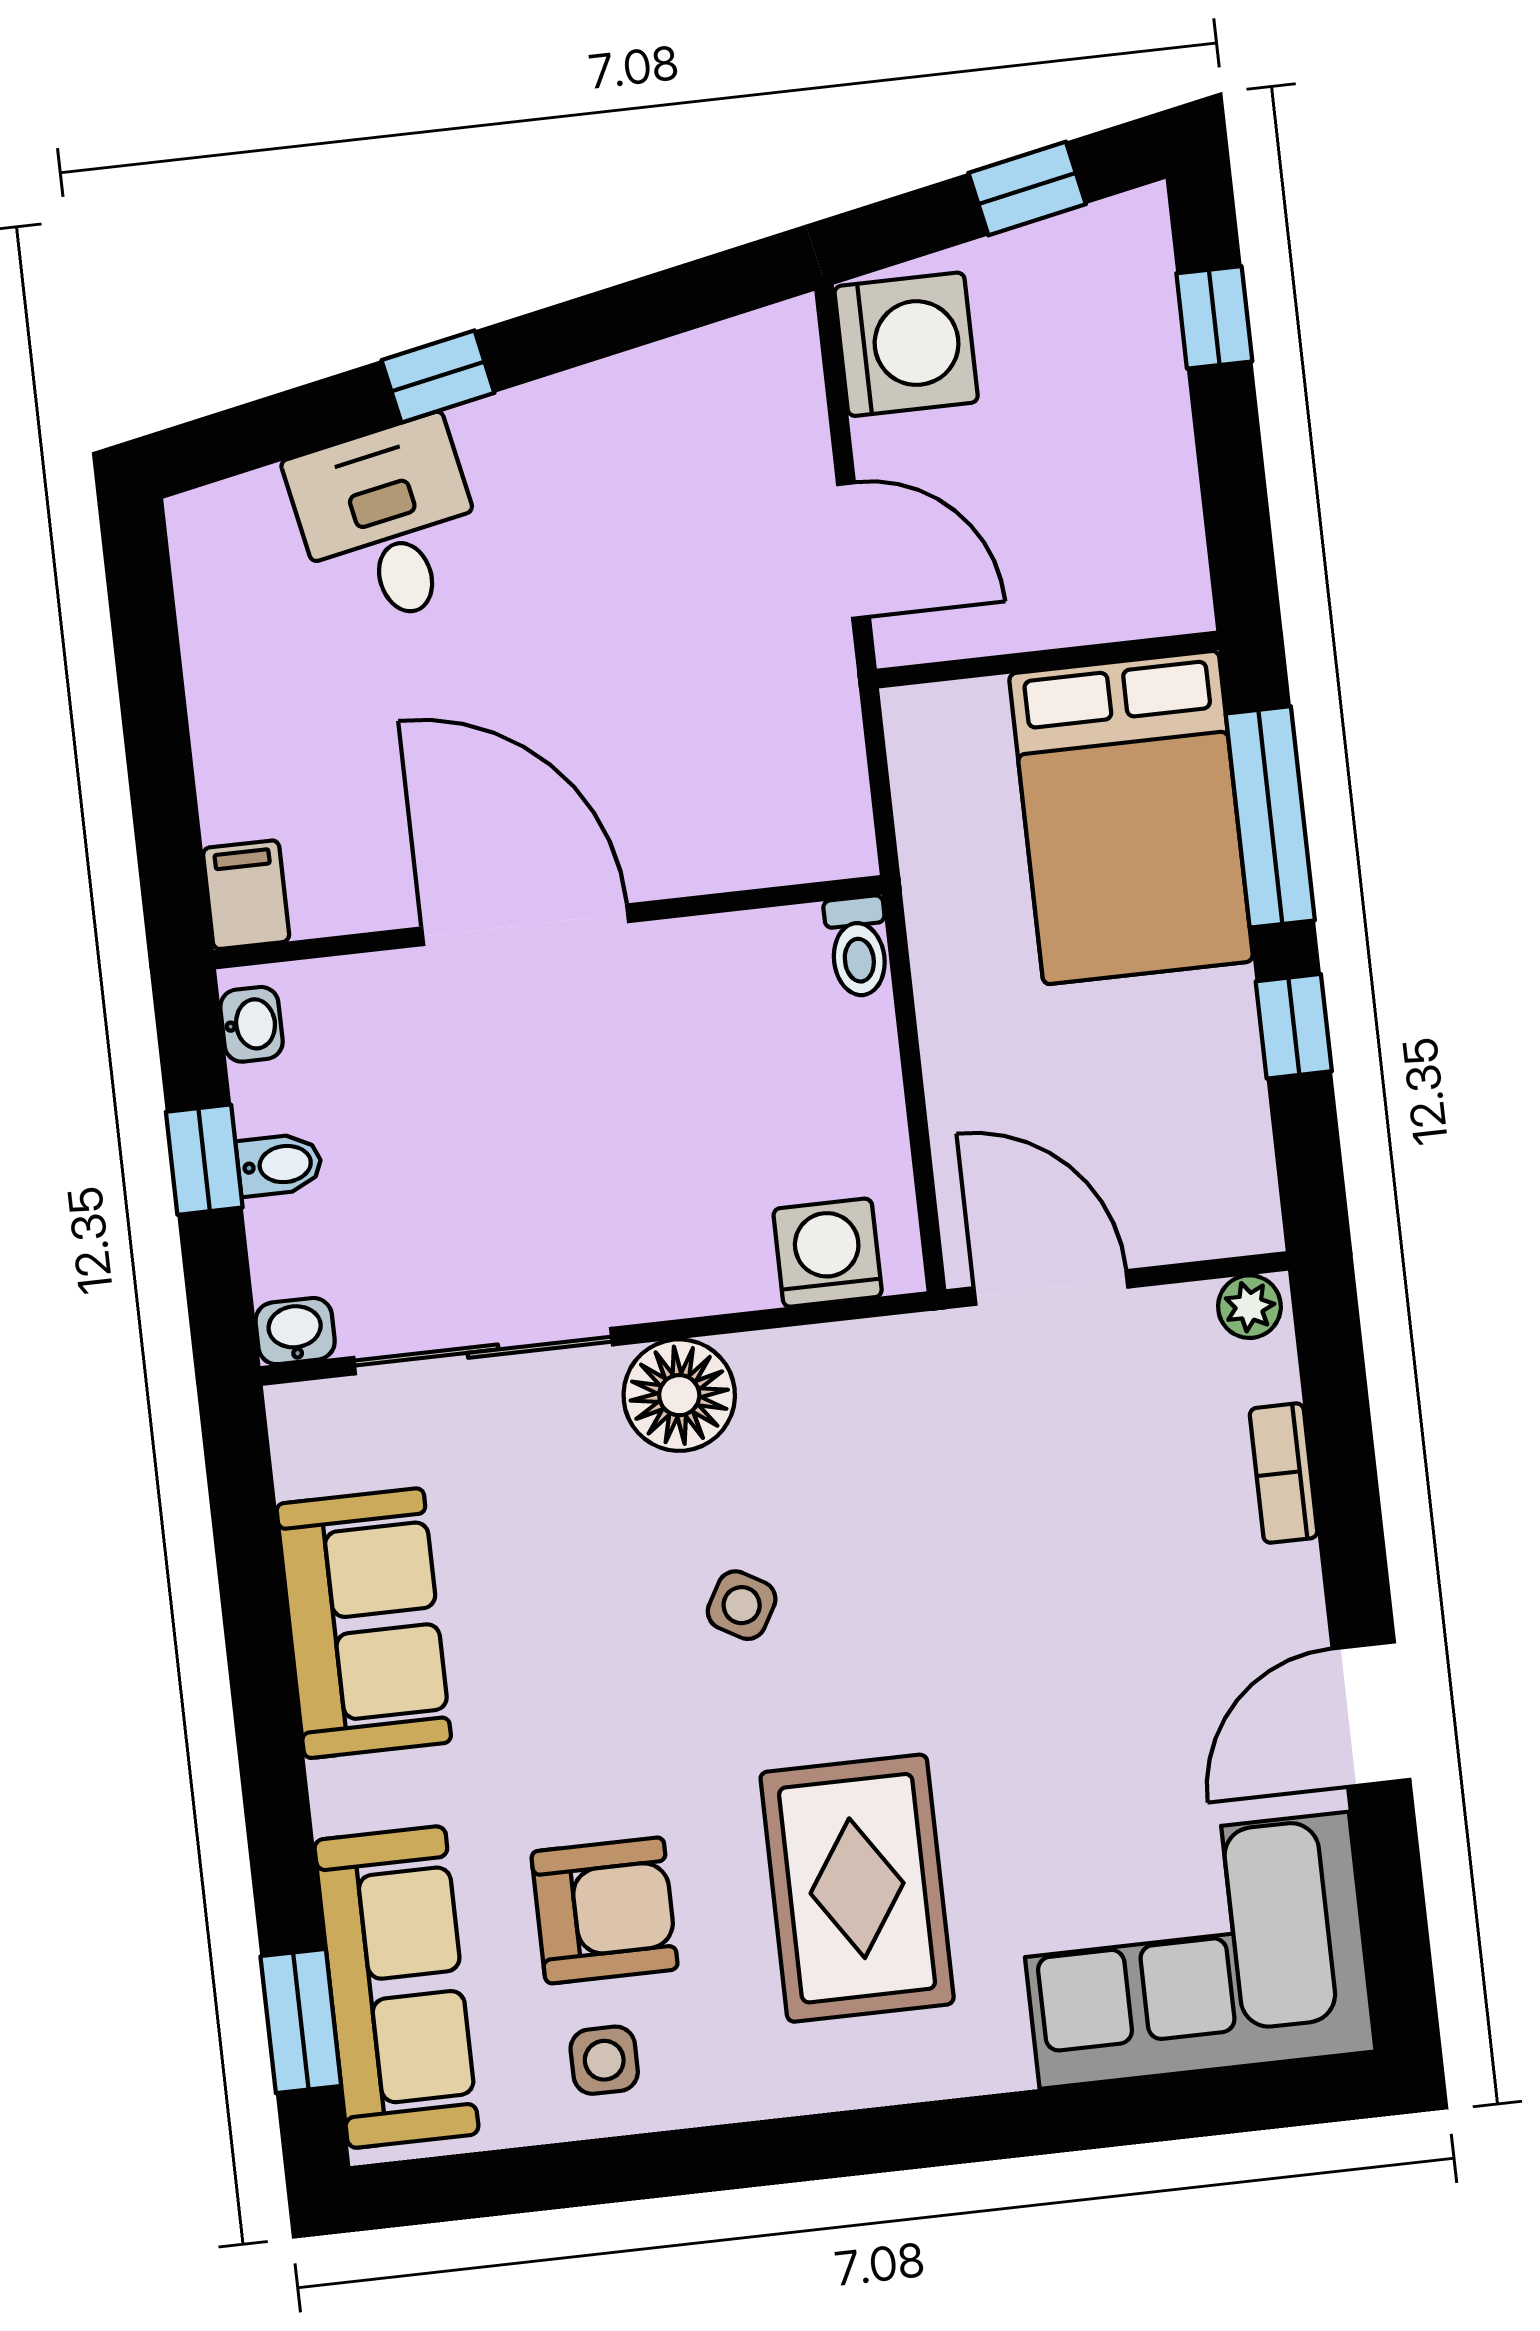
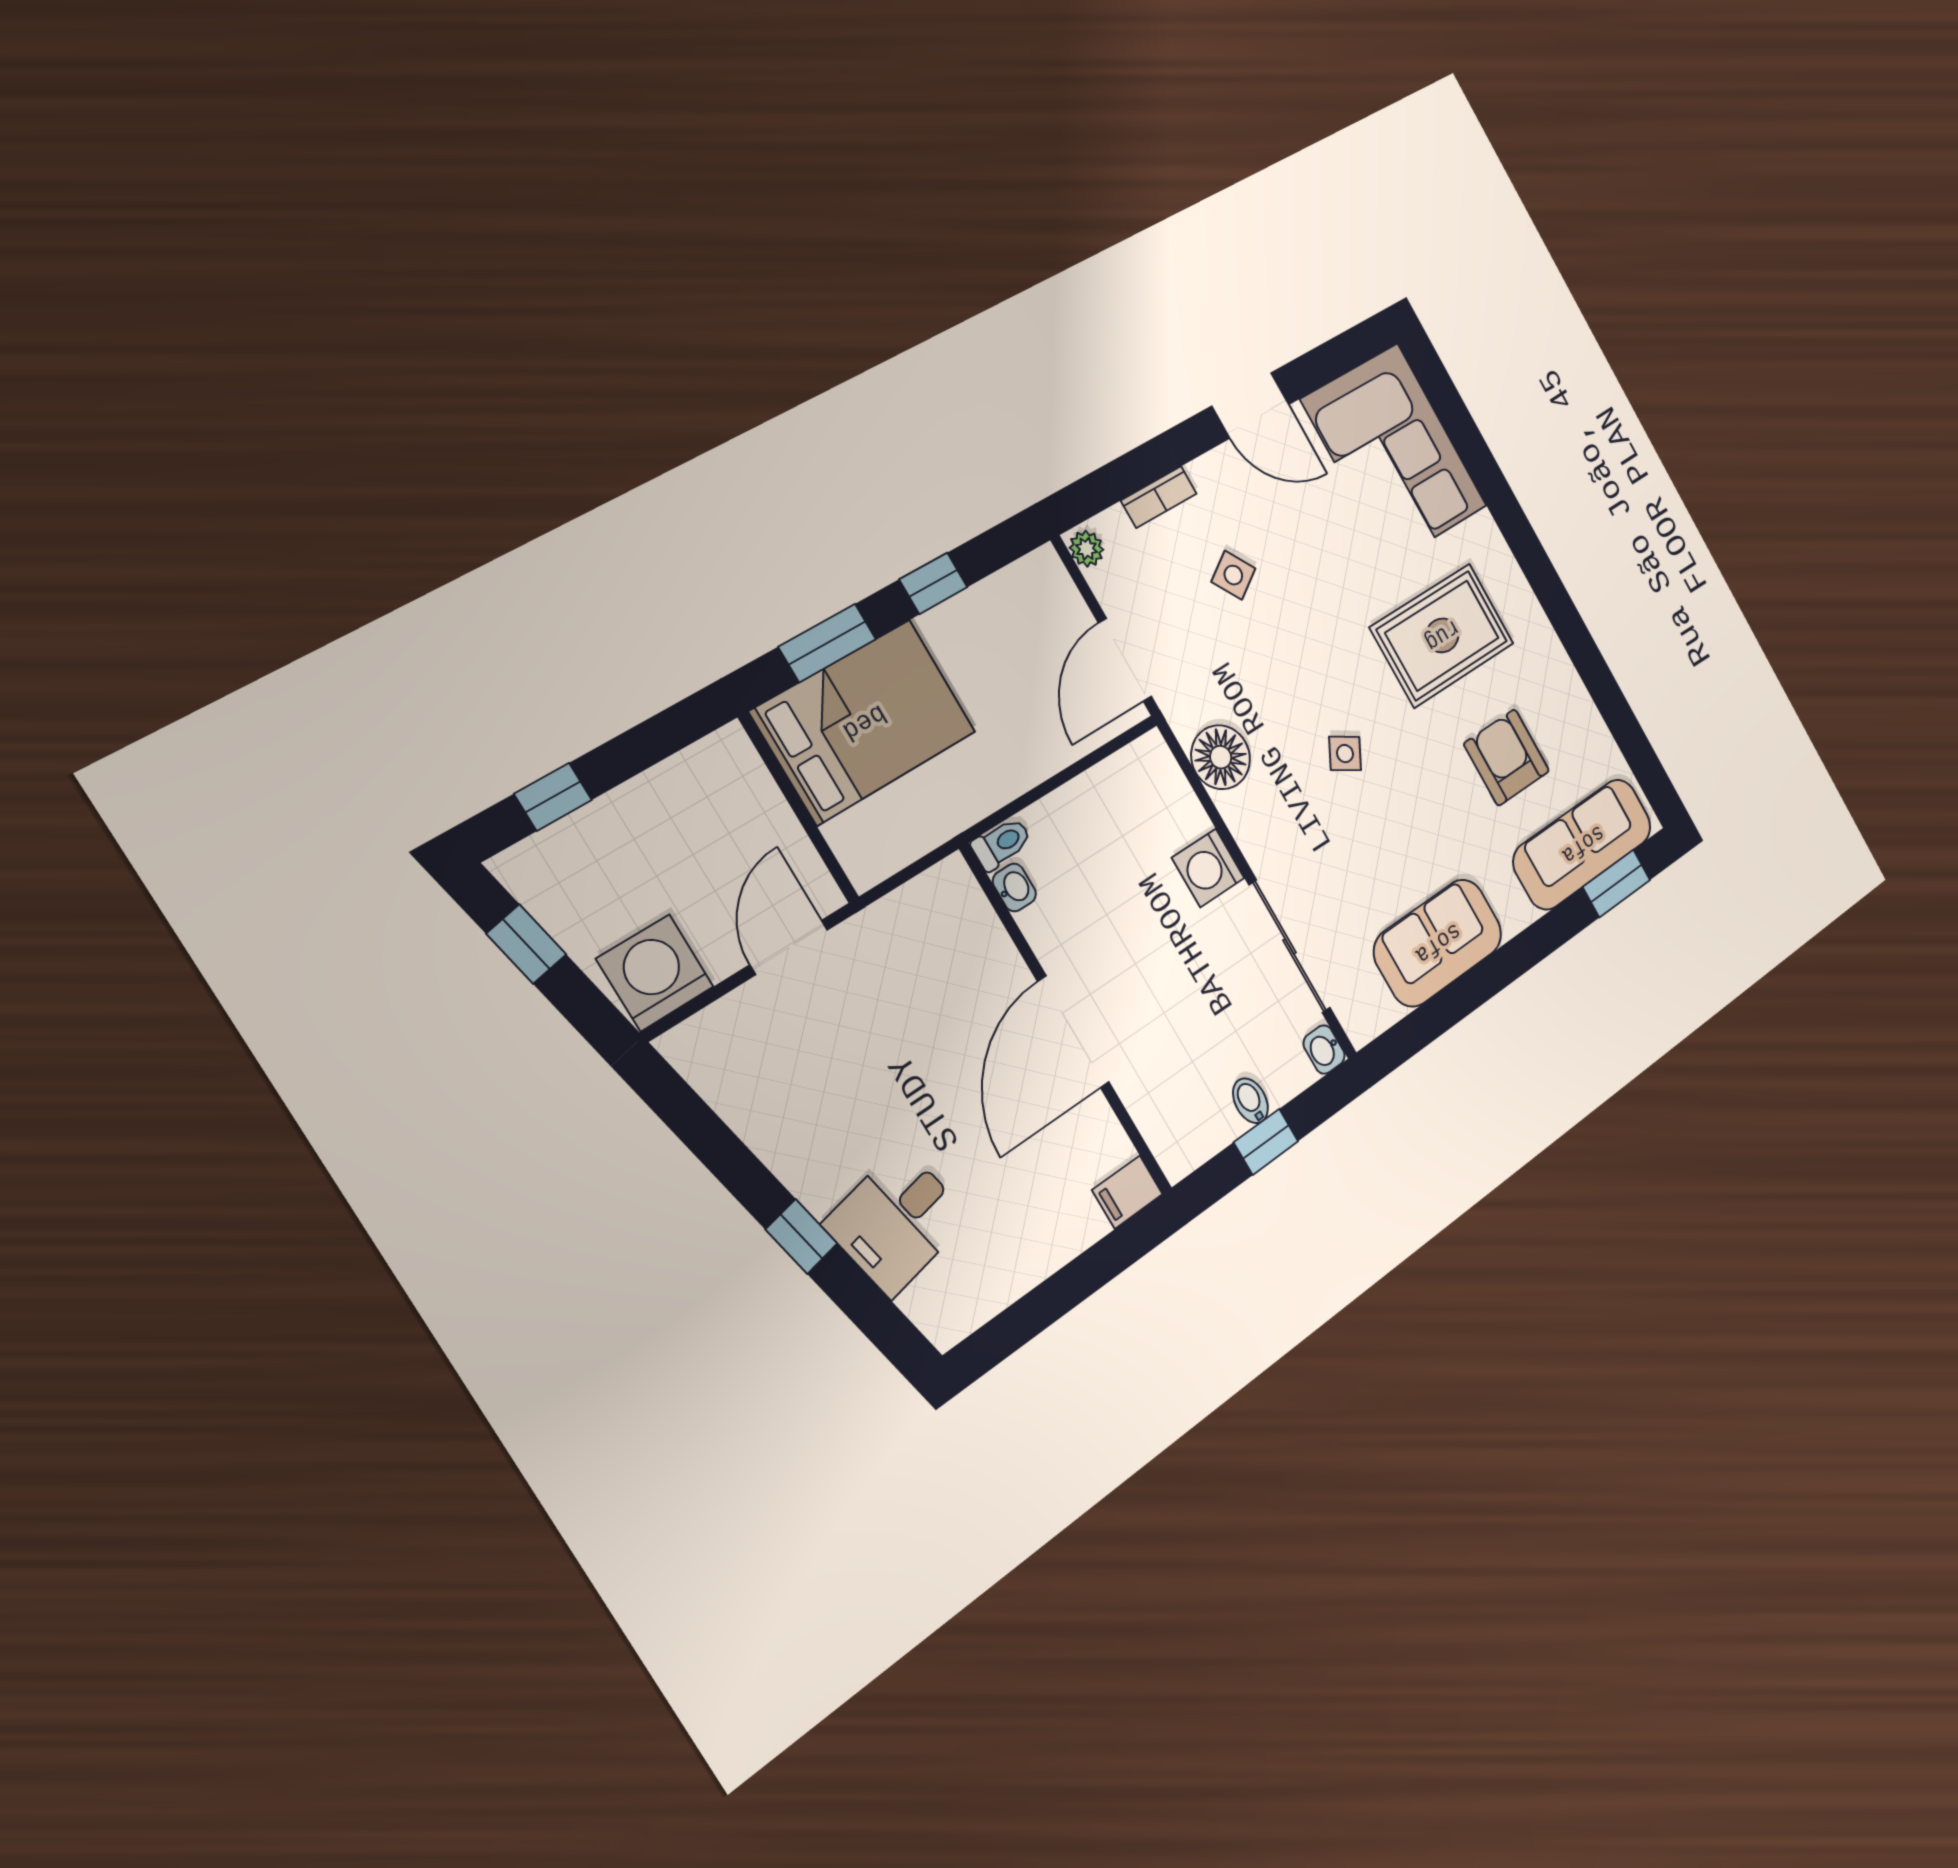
window: (1270, 817) -> (827, 643), width x0.69
washbasin: (252, 1024) -> (1014, 888), moved, turned 90
washing machine: (828, 1253) -> (1208, 868), moved
floor lamp: (679, 1395) -> (1221, 757), moved
side table: (604, 2060) -> (1233, 575), moved, turned -33

